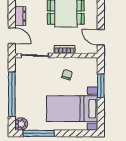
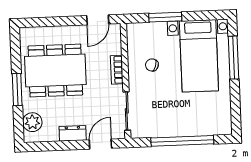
plant: (21, 124) -> (223, 126), removed
window: (39, 133) -> (233, 58), moved

